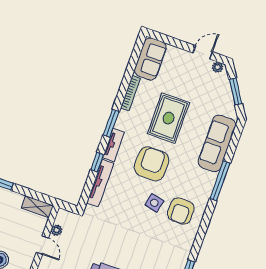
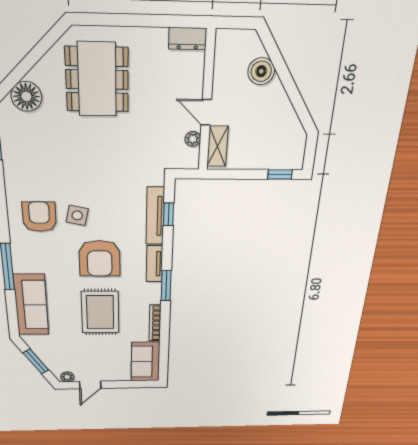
window: (97, 162) -> (168, 214), moved
shelving: (37, 207) -> (218, 146), moved, turned 90

